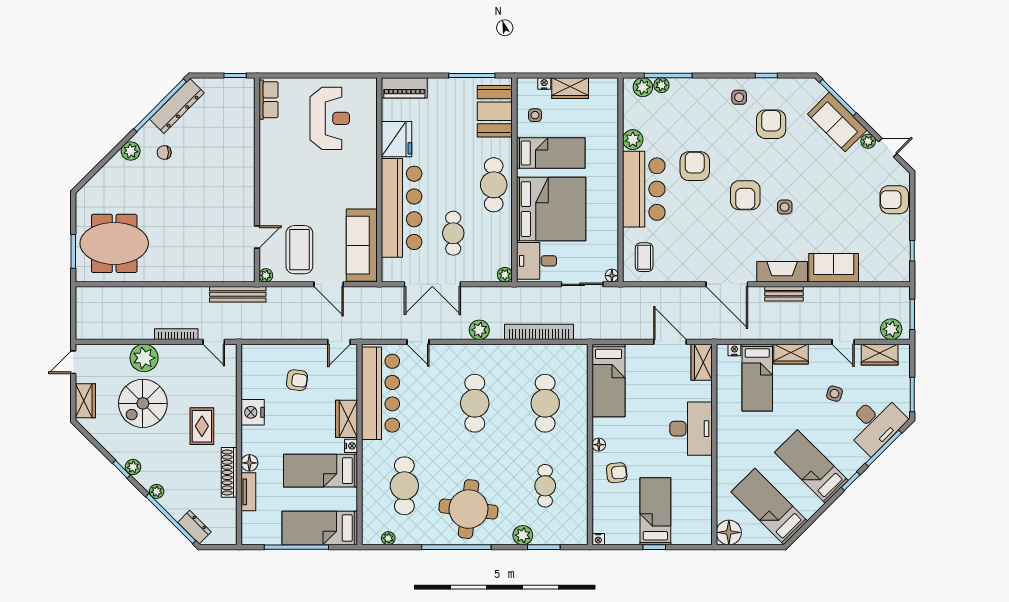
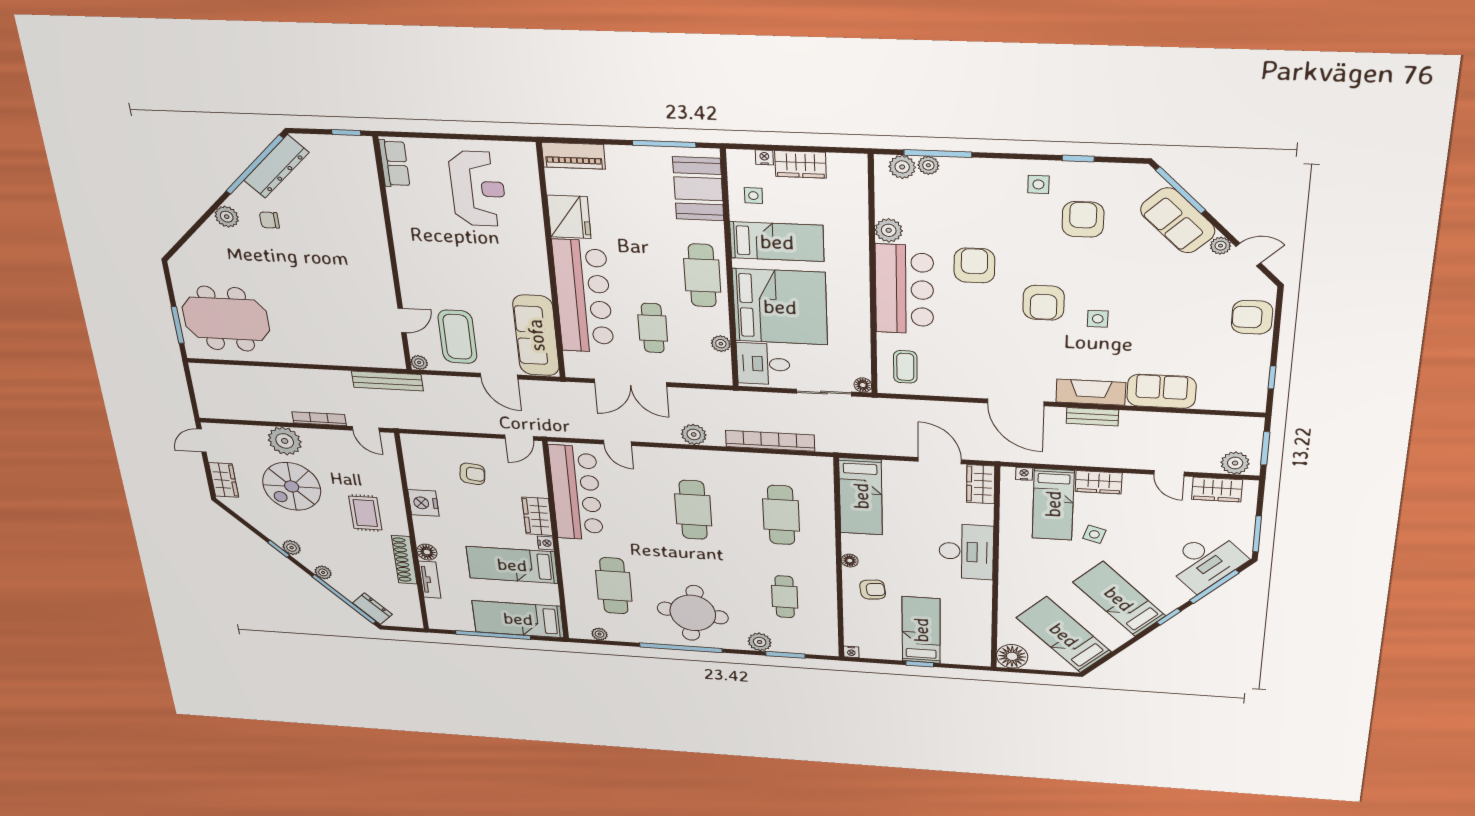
plant: (505, 275) -> (721, 344), moved
side table: (834, 394) -> (1094, 534), moved

